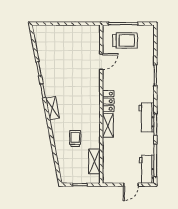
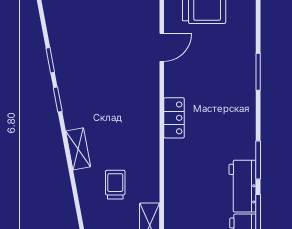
shelving: (52, 108) -> (78, 149), moved
workbench: (147, 117) -> (243, 186), moved
shelving: (108, 125) -> (173, 161), removed

